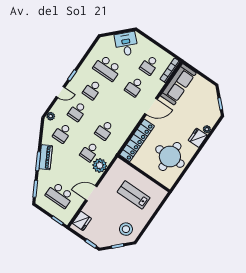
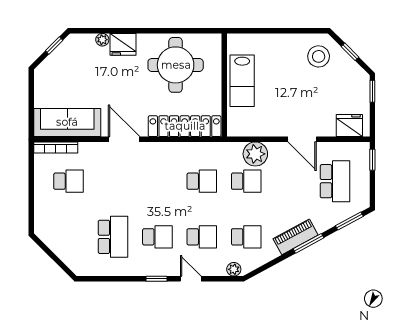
desk: (126, 44) -> (61, 233), removed
school desk: (134, 87) -> (113, 181), removed
lab bench: (134, 195) -> (242, 81), moved

